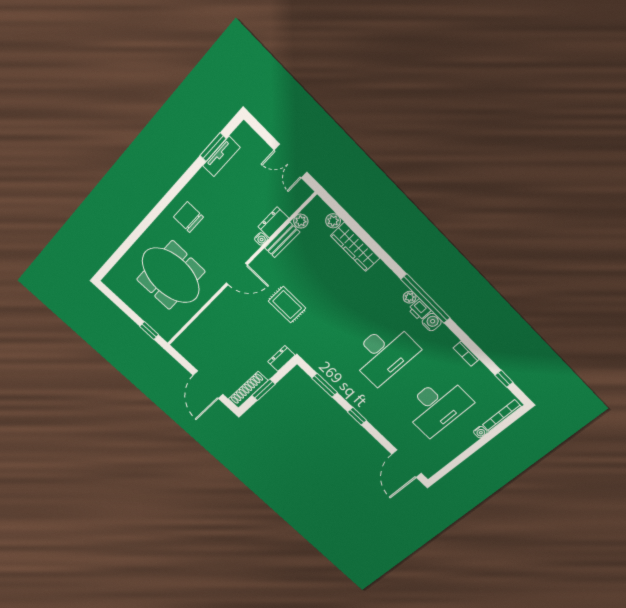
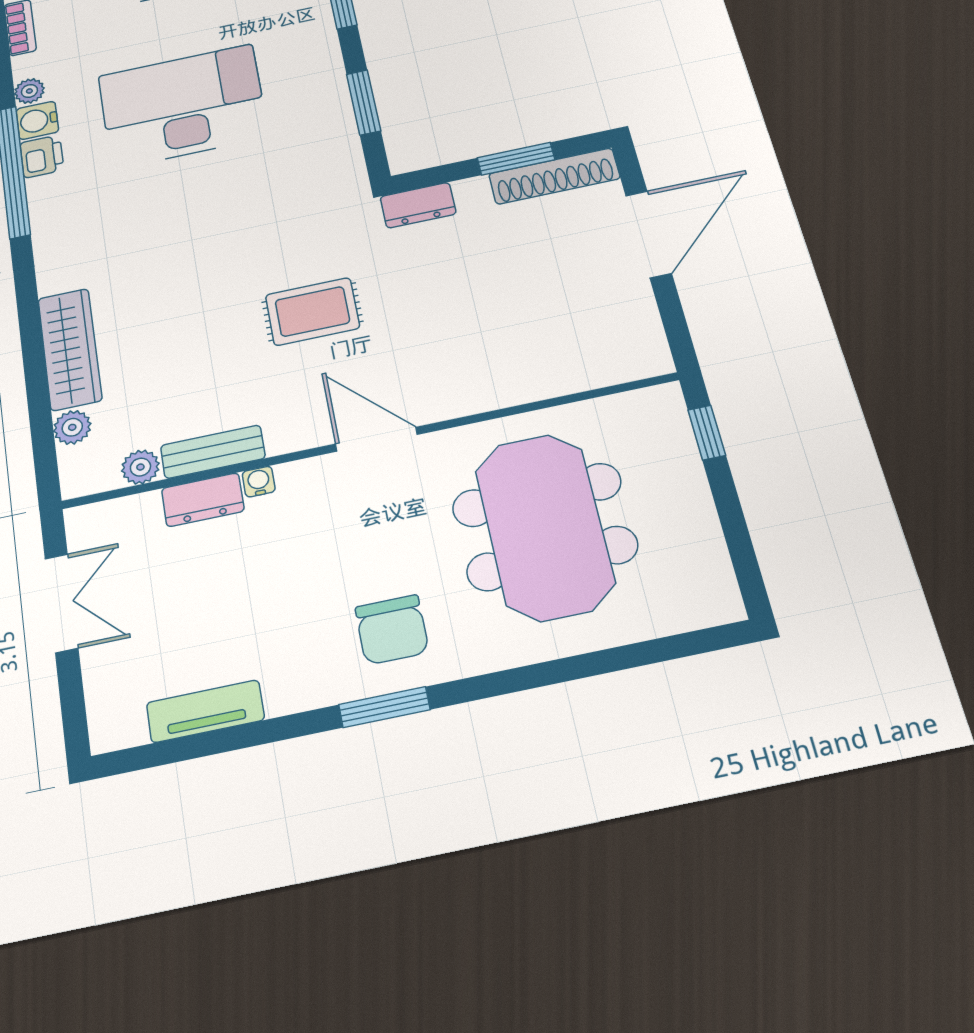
window: (213, 147) -> (384, 707), moved
plant: (410, 297) -> (29, 91), moved
rug: (287, 305) -> (312, 312), turned 90

